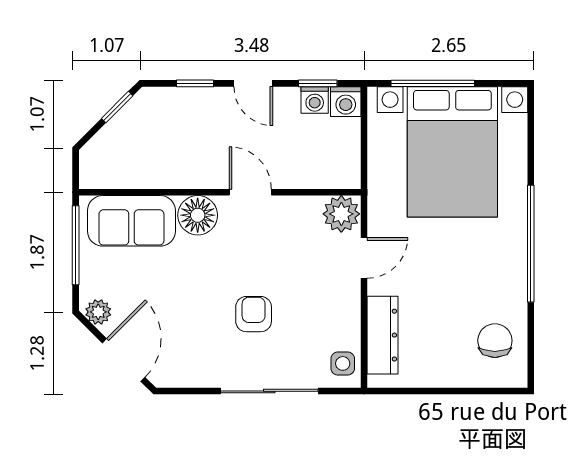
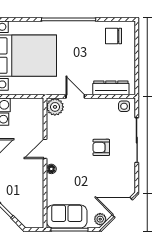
floor lamp: (198, 215) -> (51, 169), width x0.53, depth x0.53
sofa: (131, 221) -> (67, 216), moved, turned -90

